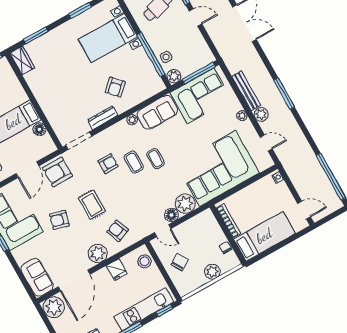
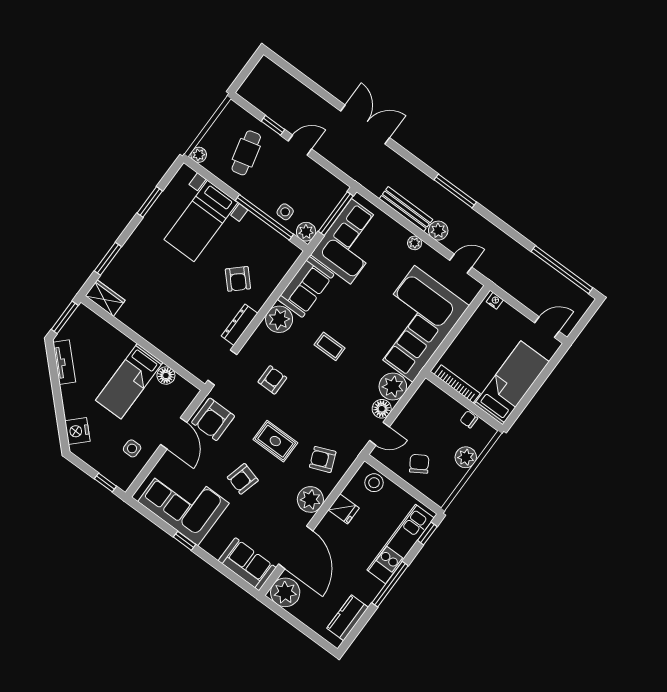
plant: (132, 120) -> (279, 319), width x1.87, depth x1.87
coffee table: (134, 162) -> (304, 363), removed

